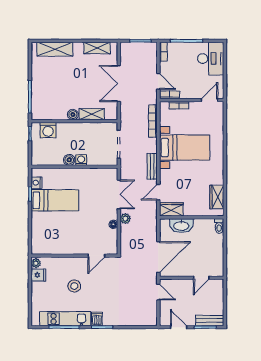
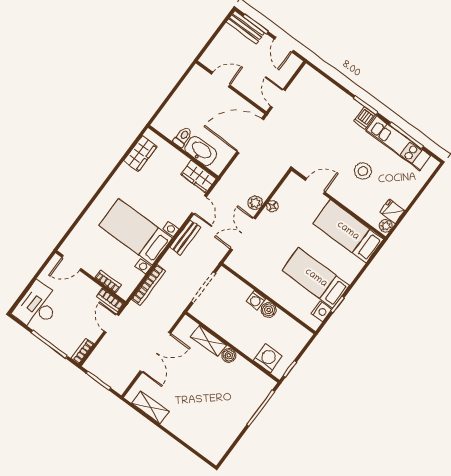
shelving: (55, 49) -> (196, 439), removed
door: (158, 192) -> (199, 205), hinge flipped
toilet: (219, 226) -> (183, 137), moved
bed: (56, 243) -> (348, 231), added

